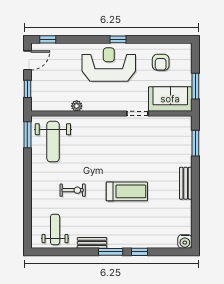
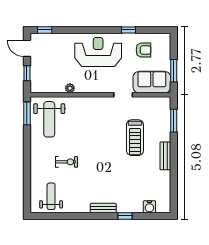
window: (118, 39) -> (129, 30), moved
door: (27, 60) -> (27, 48), swing flipped
armchair: (161, 62) -> (144, 50), turned -90
treadmill: (127, 191) -> (135, 138), moved, turned 90
water cooler: (185, 241) -> (149, 207), moved
bench: (92, 243) -> (103, 208), moved
window: (111, 252) -> (100, 216), removed

